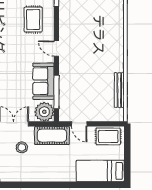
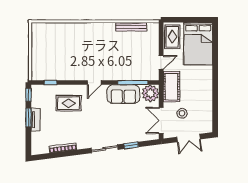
bed: (100, 171) -> (198, 44), width x1.50

